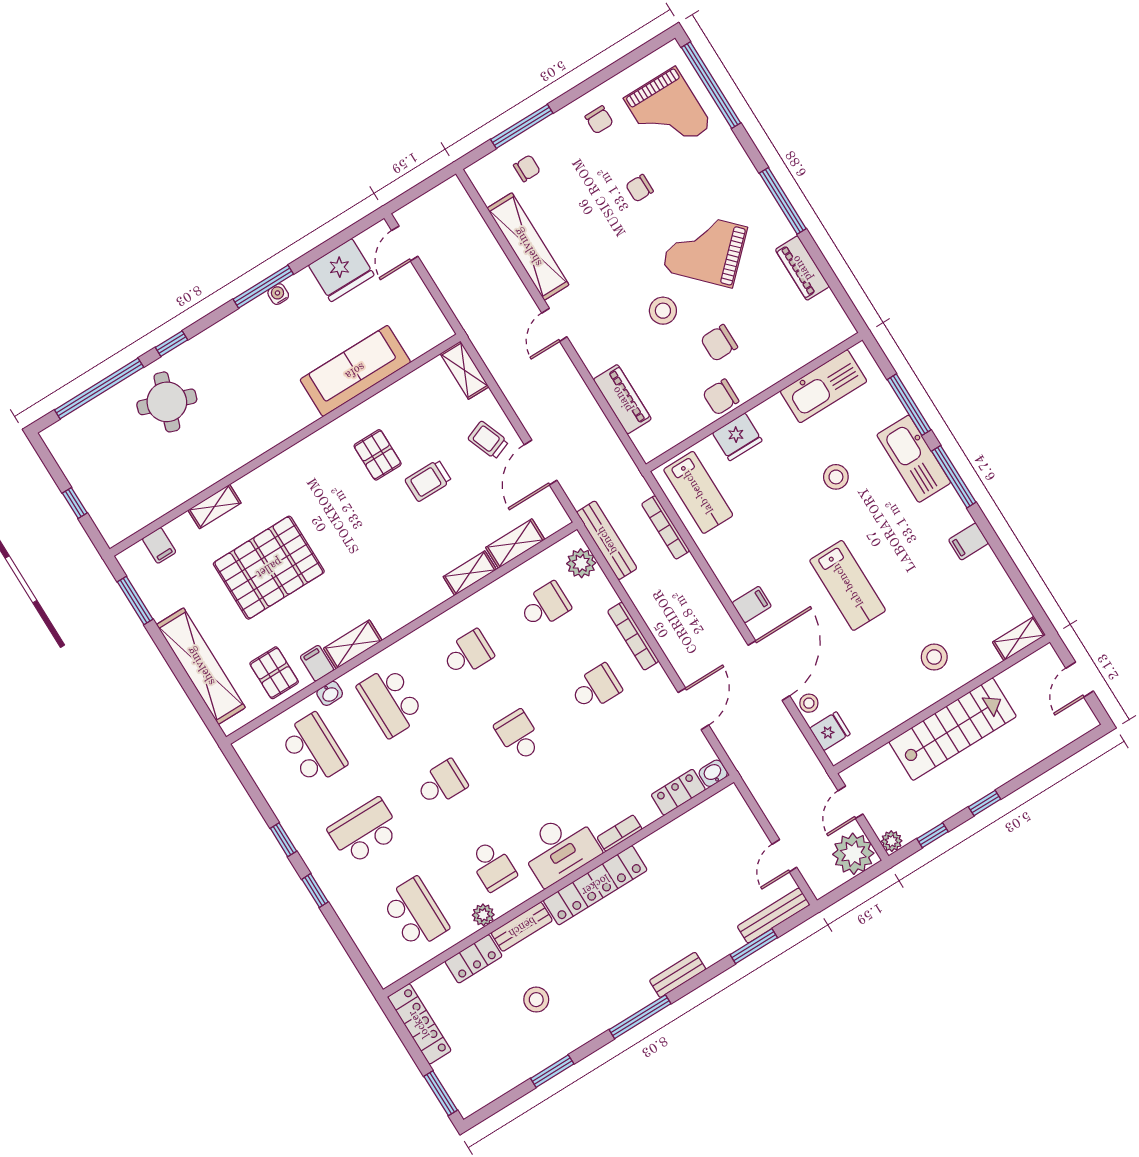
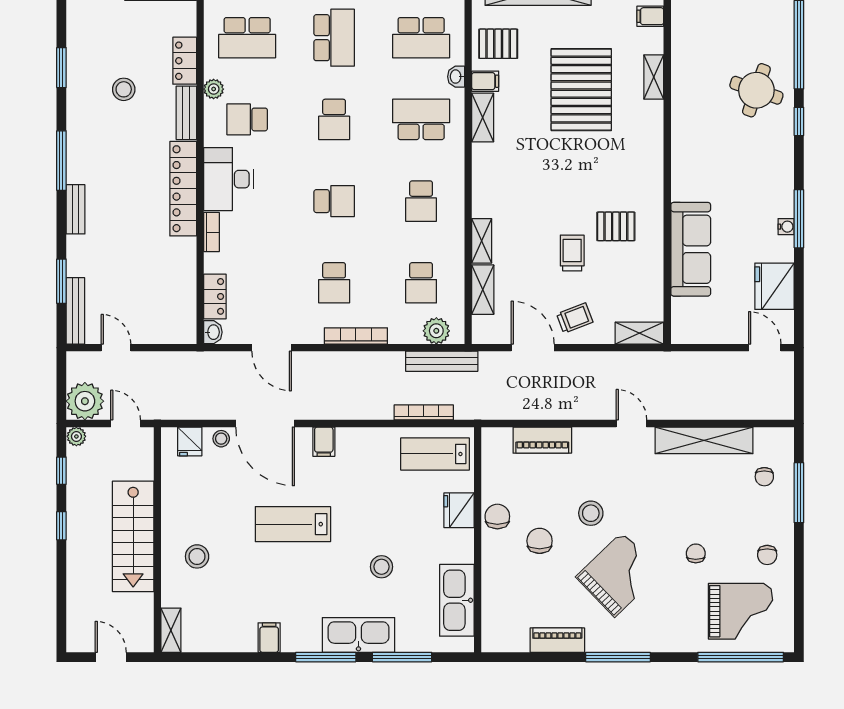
grand piano: (668, 112) -> (740, 611), turned 180
chair: (599, 120) -> (767, 555), turned -90

